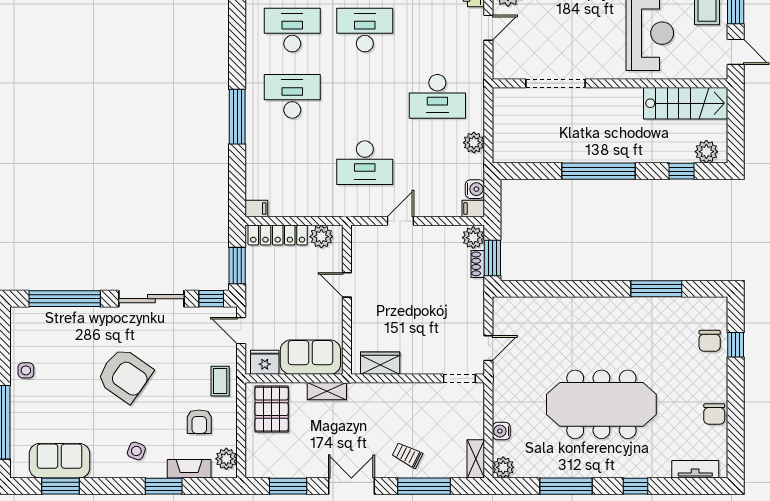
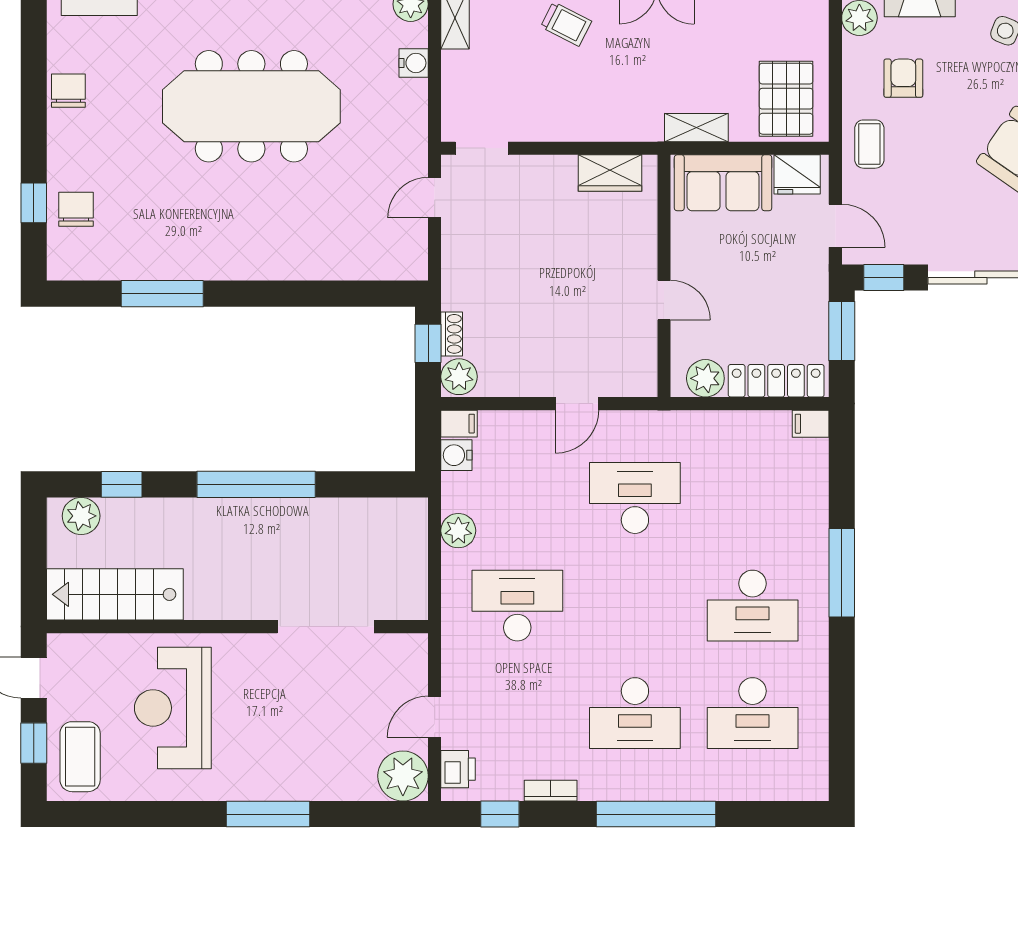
window: (492, 258) -> (428, 343), width x0.67

